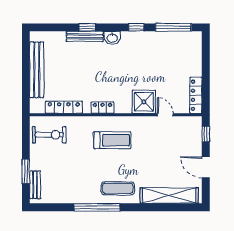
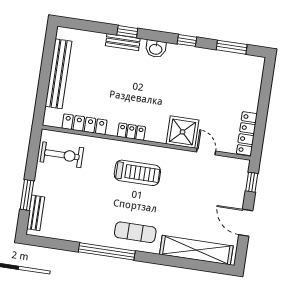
window: (173, 27) -> (232, 47), width x0.69
bench: (85, 36) -> (123, 42), width x0.73

